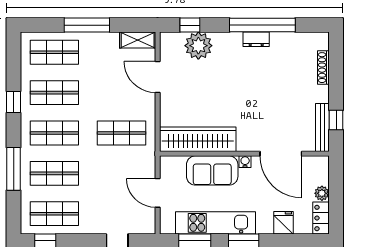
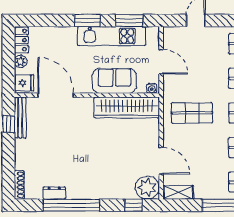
dresser: (256, 39) -> (54, 193), moved
plant: (198, 46) -> (147, 188), moved
shoe rack: (323, 68) -> (19, 185), moved
water cooler: (245, 162) -> (152, 88), moved
fridge: (283, 223) -> (24, 83), moved, turned -90

